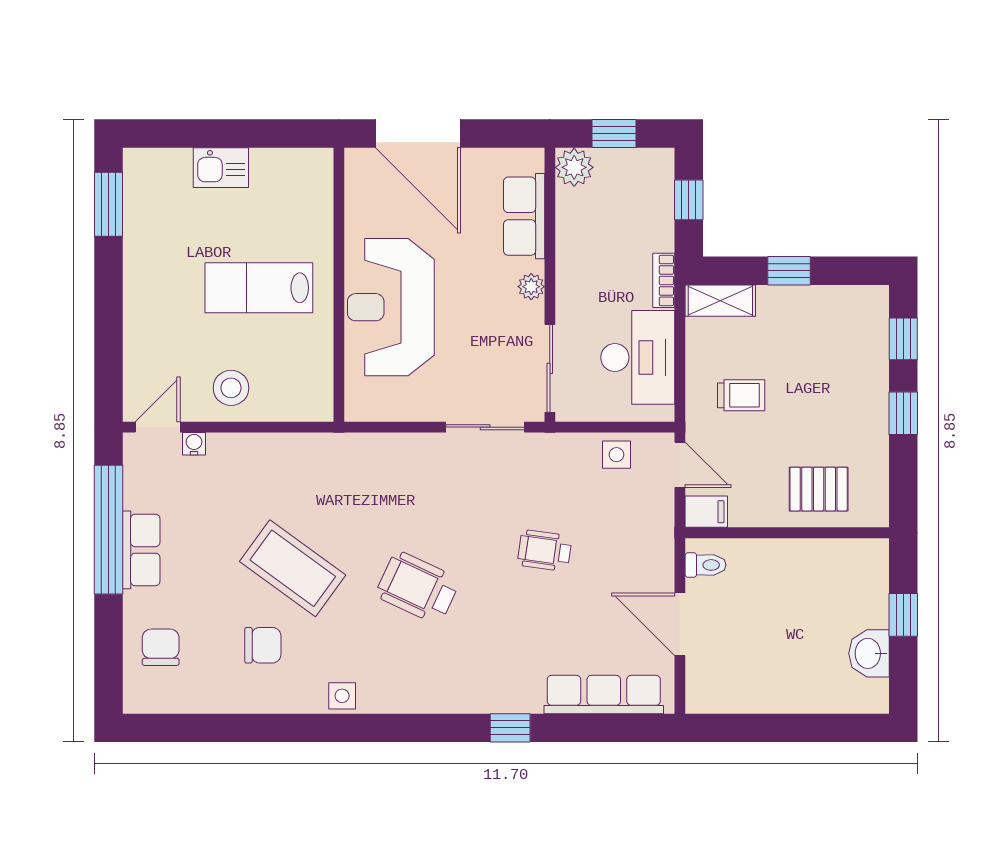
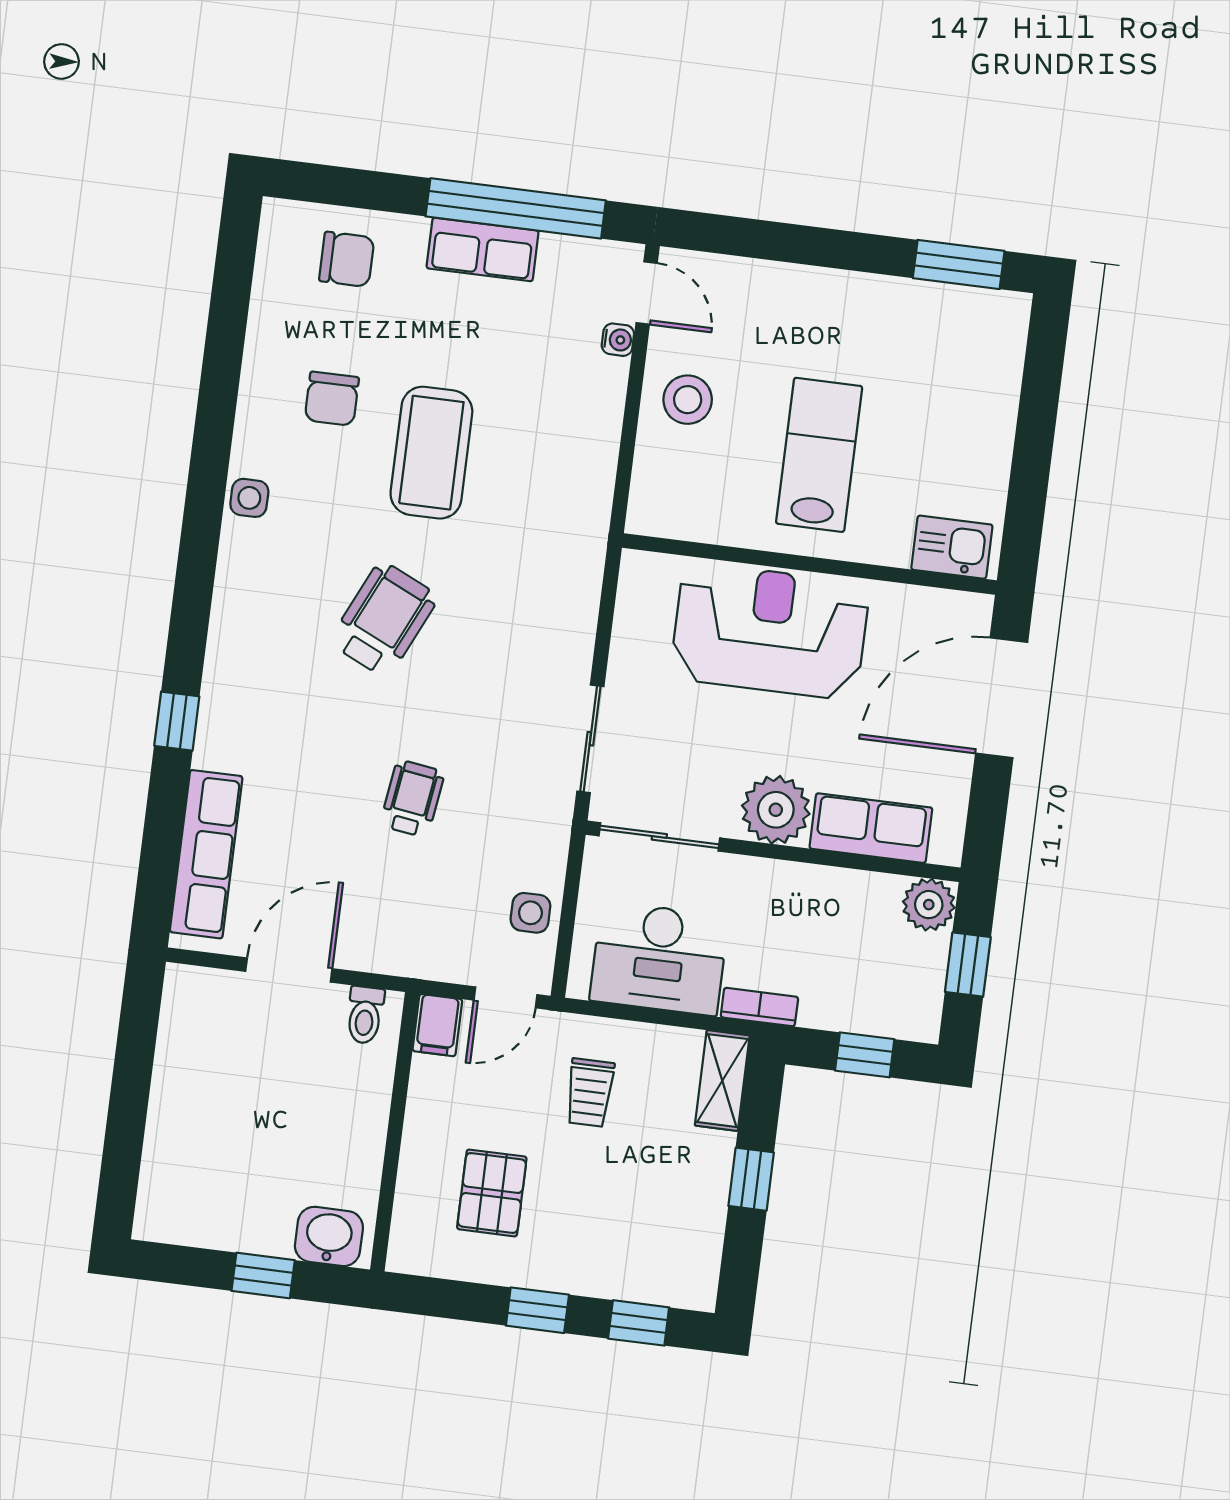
kitchen sink: (221, 168) -> (952, 547), moved, turned 90
plant: (531, 287) -> (776, 810), width x1.88, depth x1.88
pallet: (819, 489) -> (492, 1193), moved
coffee table: (293, 568) -> (431, 453), turned -36
washbasin: (869, 653) -> (329, 1236), moved

